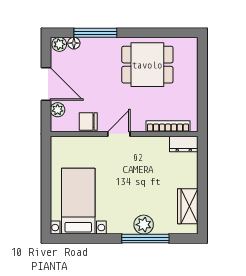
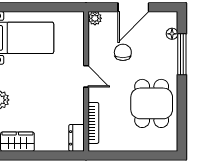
plant: (59, 44) -> (171, 20), removed
plant: (58, 110) -> (95, 18), moved
chair: (88, 122) -> (123, 52), moved

